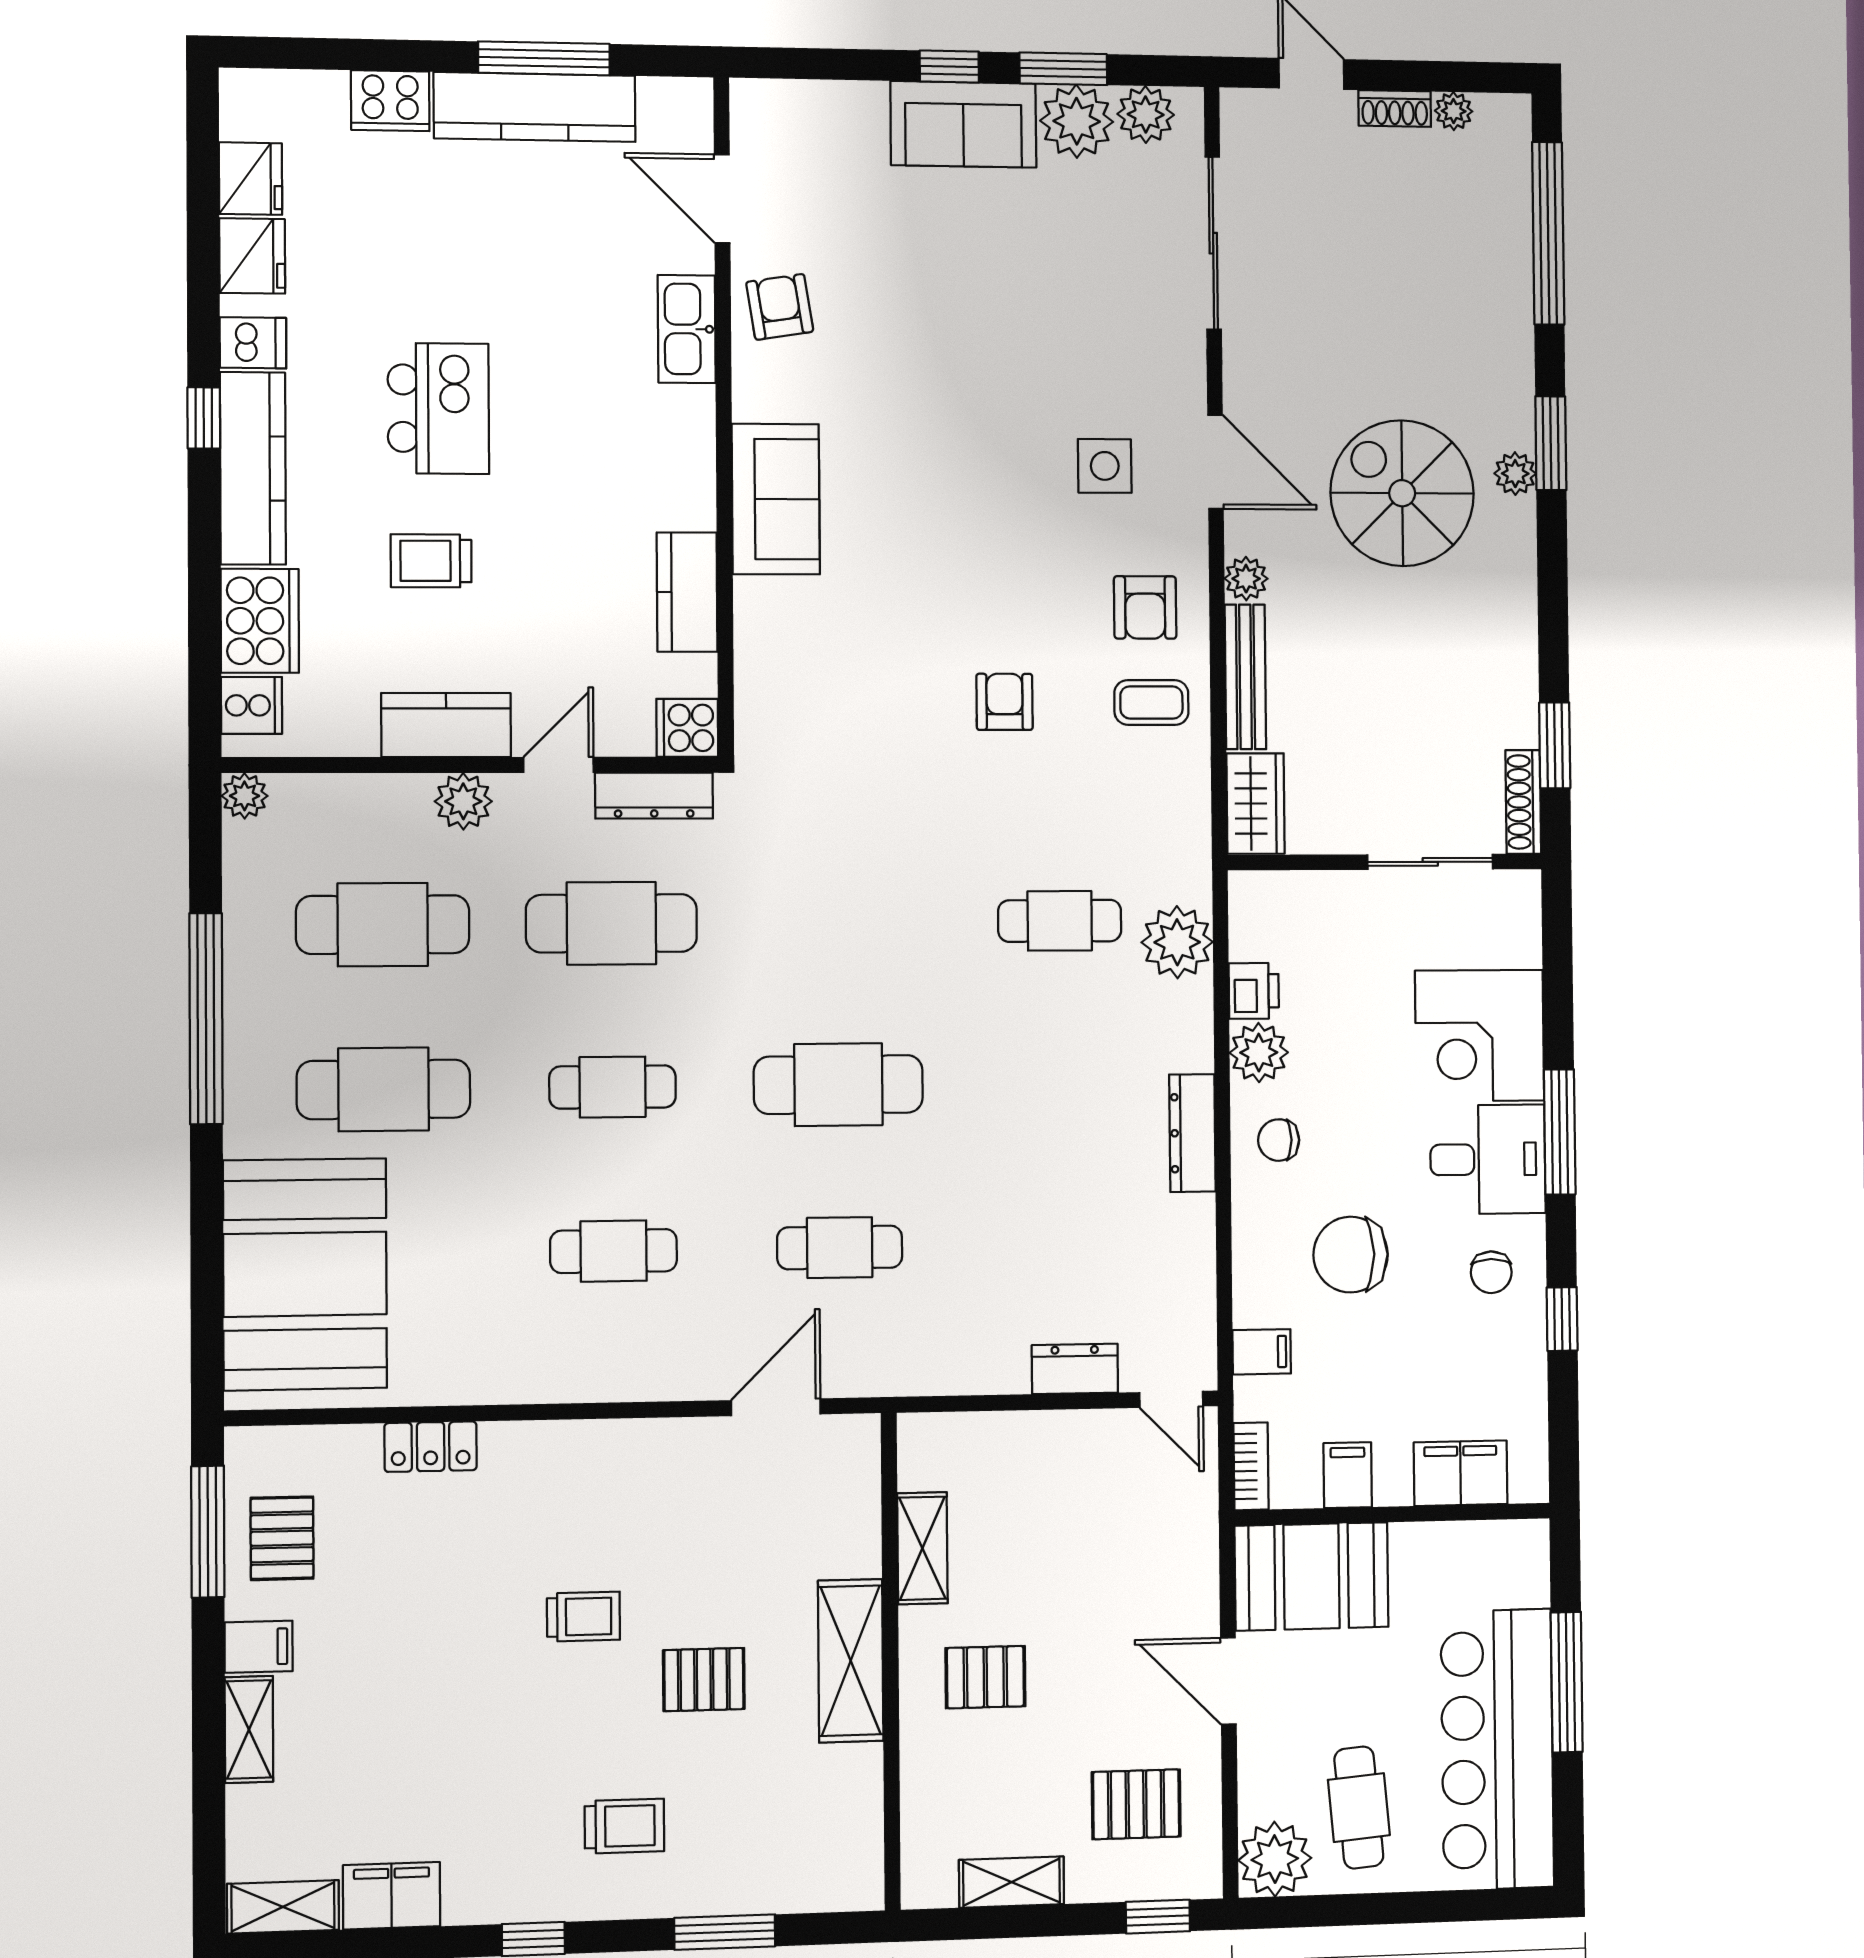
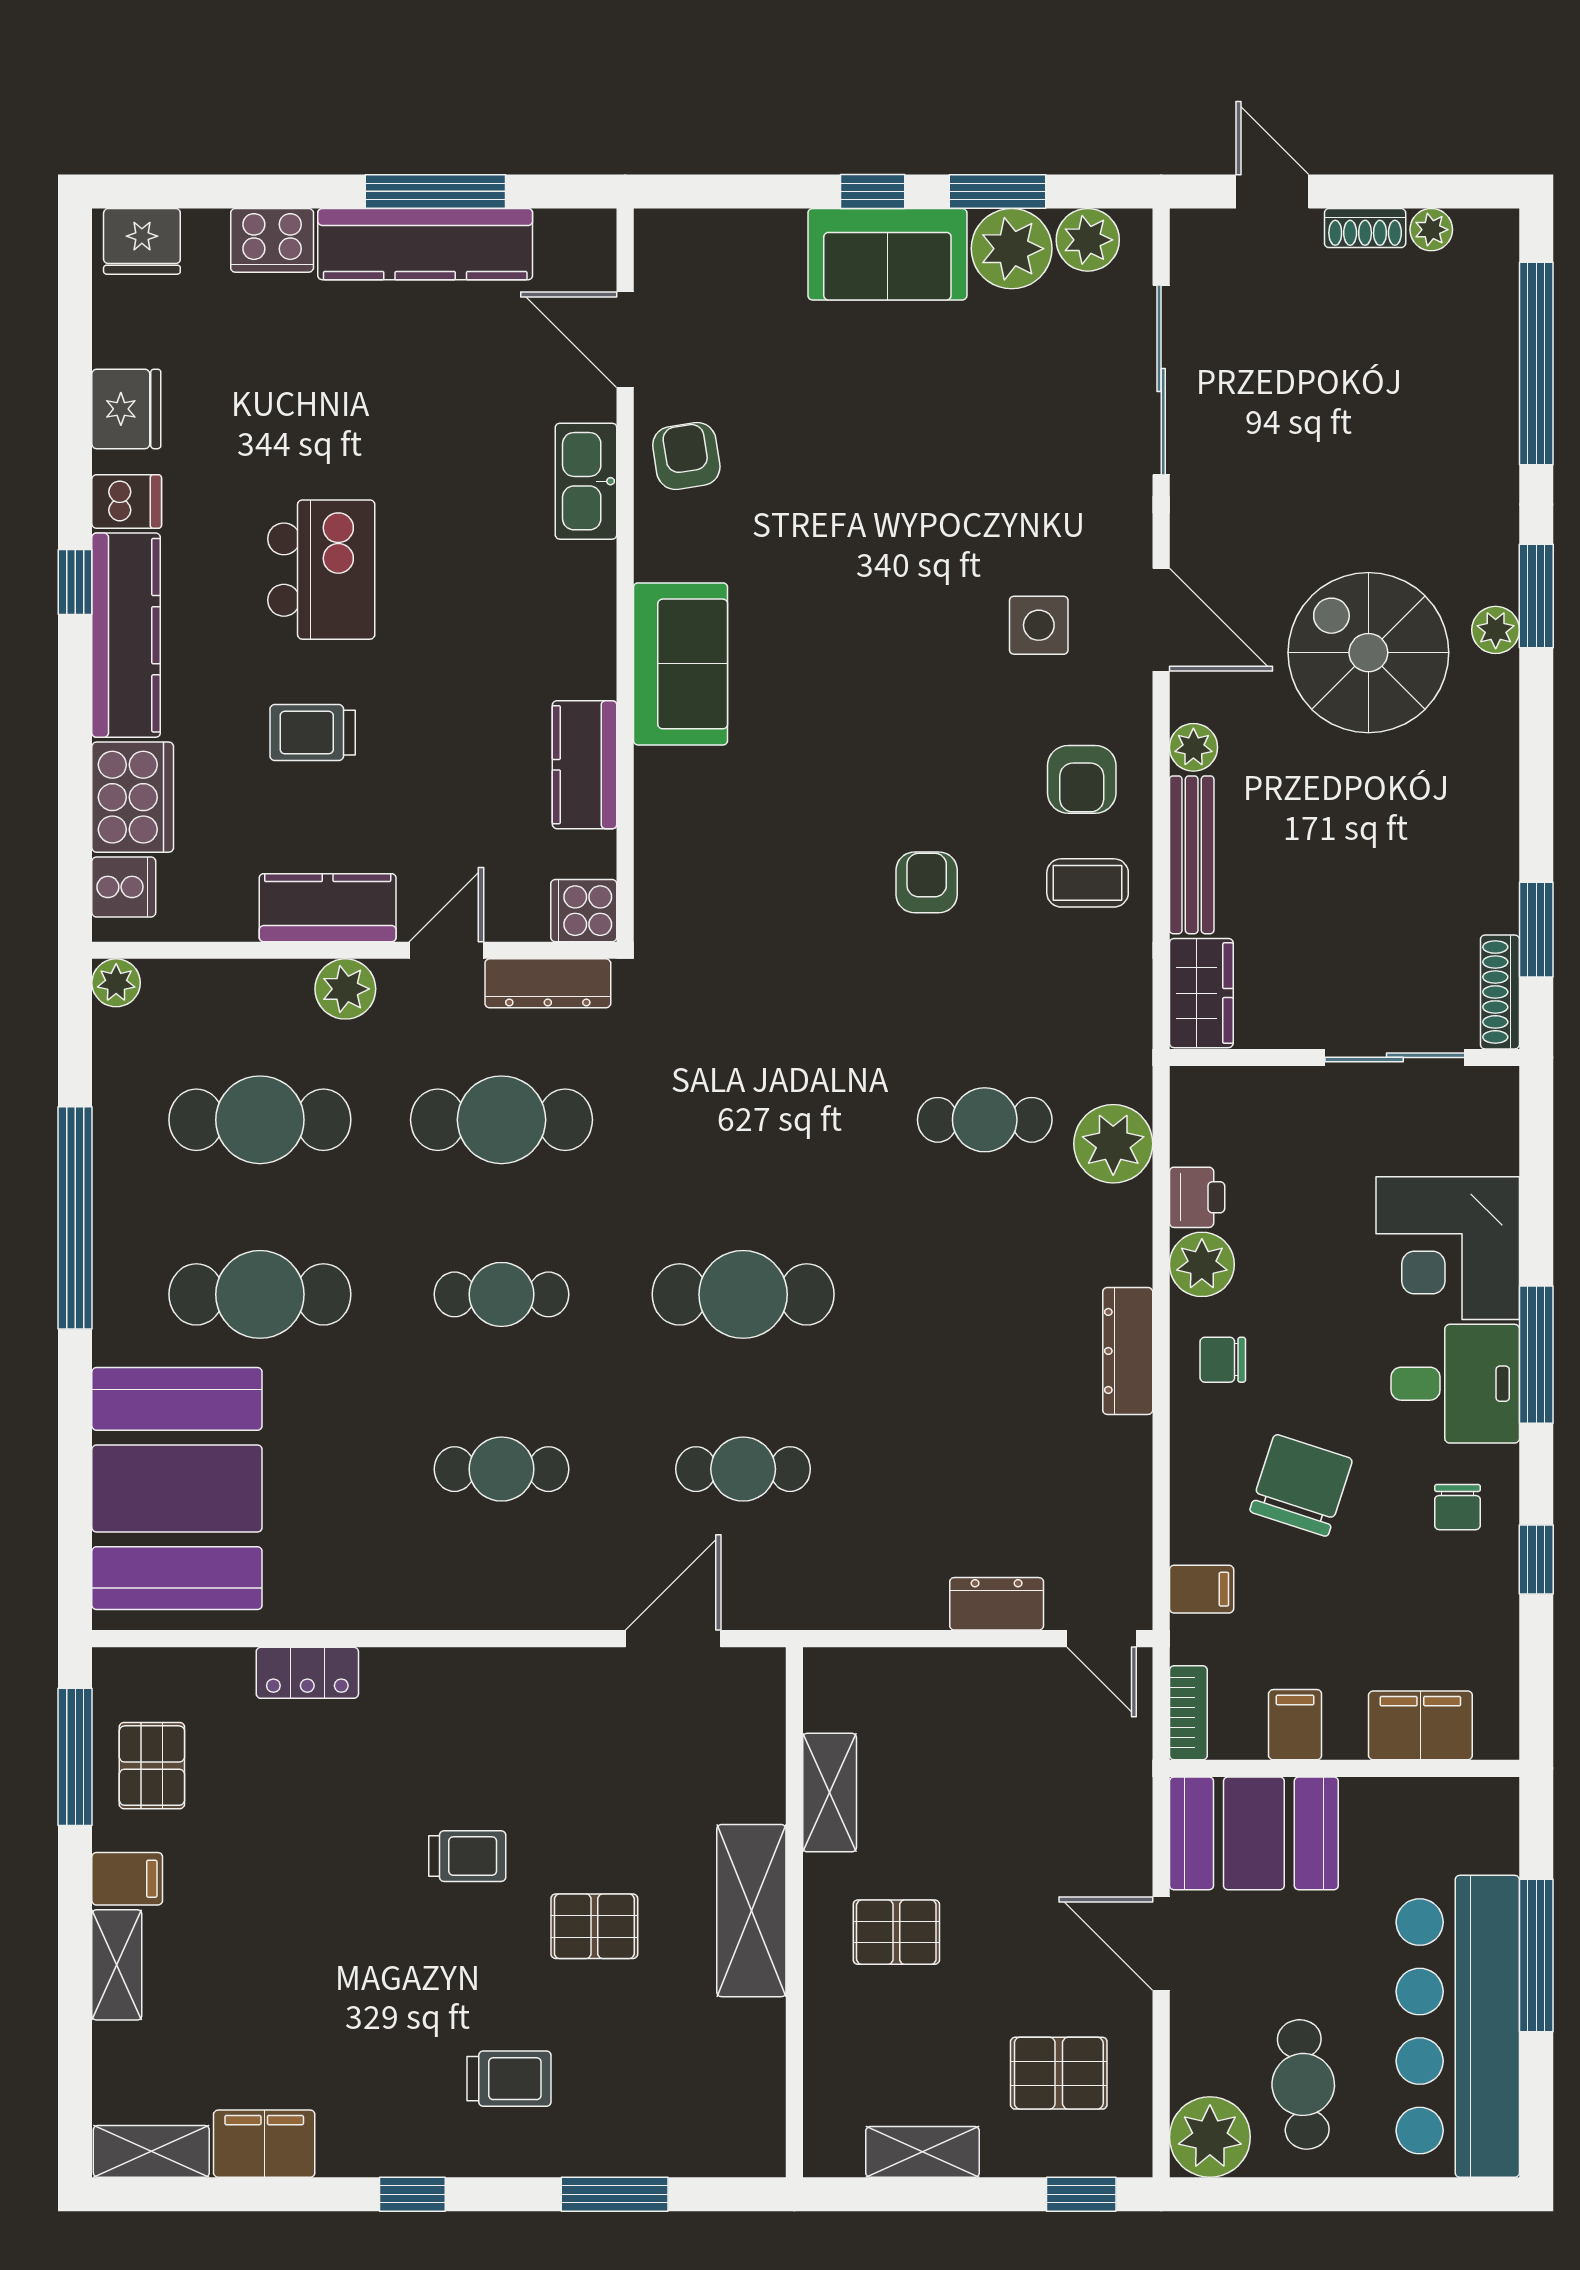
fridge: (251, 179) -> (142, 241), moved, turned 90
chair: (1351, 1255) -> (1301, 1485), turned 108

